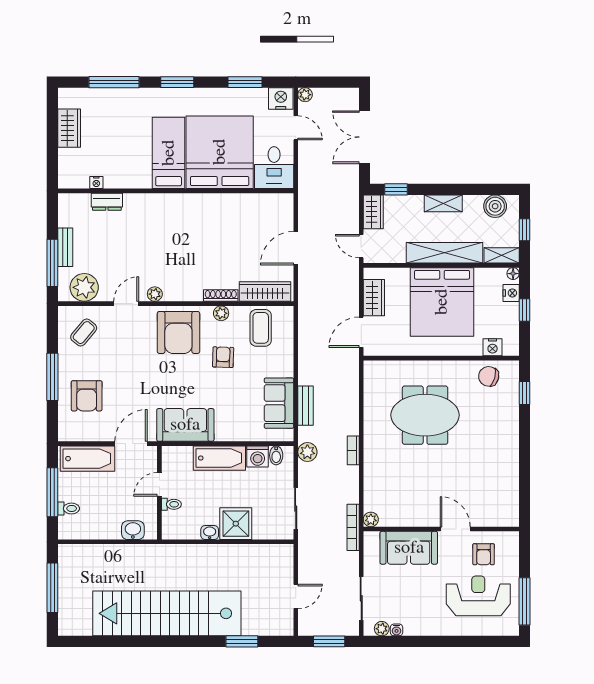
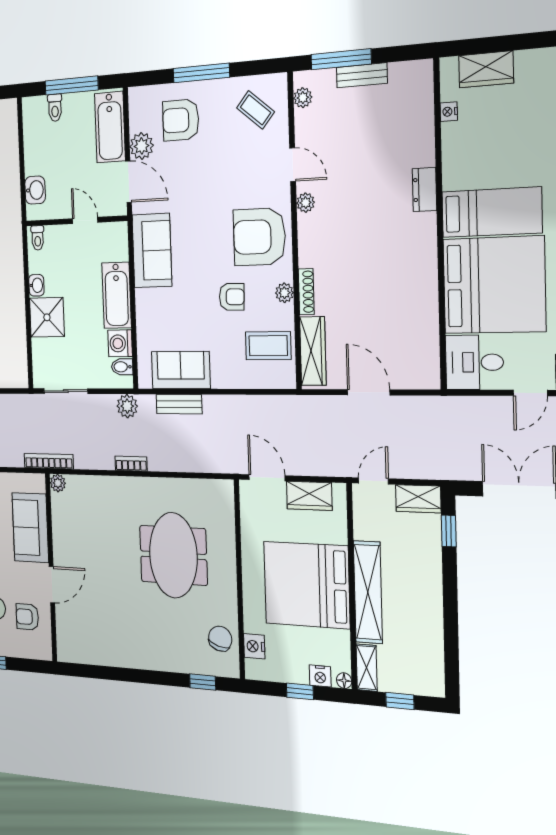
wardrobe: (69, 128) -> (486, 69), moved
dresser: (107, 202) -> (425, 190), moved
shelving: (443, 203) -> (432, 594), removed
boiler: (495, 206) -> (430, 664), removed
plant: (84, 287) -> (303, 98), width x0.53, depth x0.53
plant: (104, 431) -> (142, 146), added
toilet: (171, 504) -> (38, 238), moved

